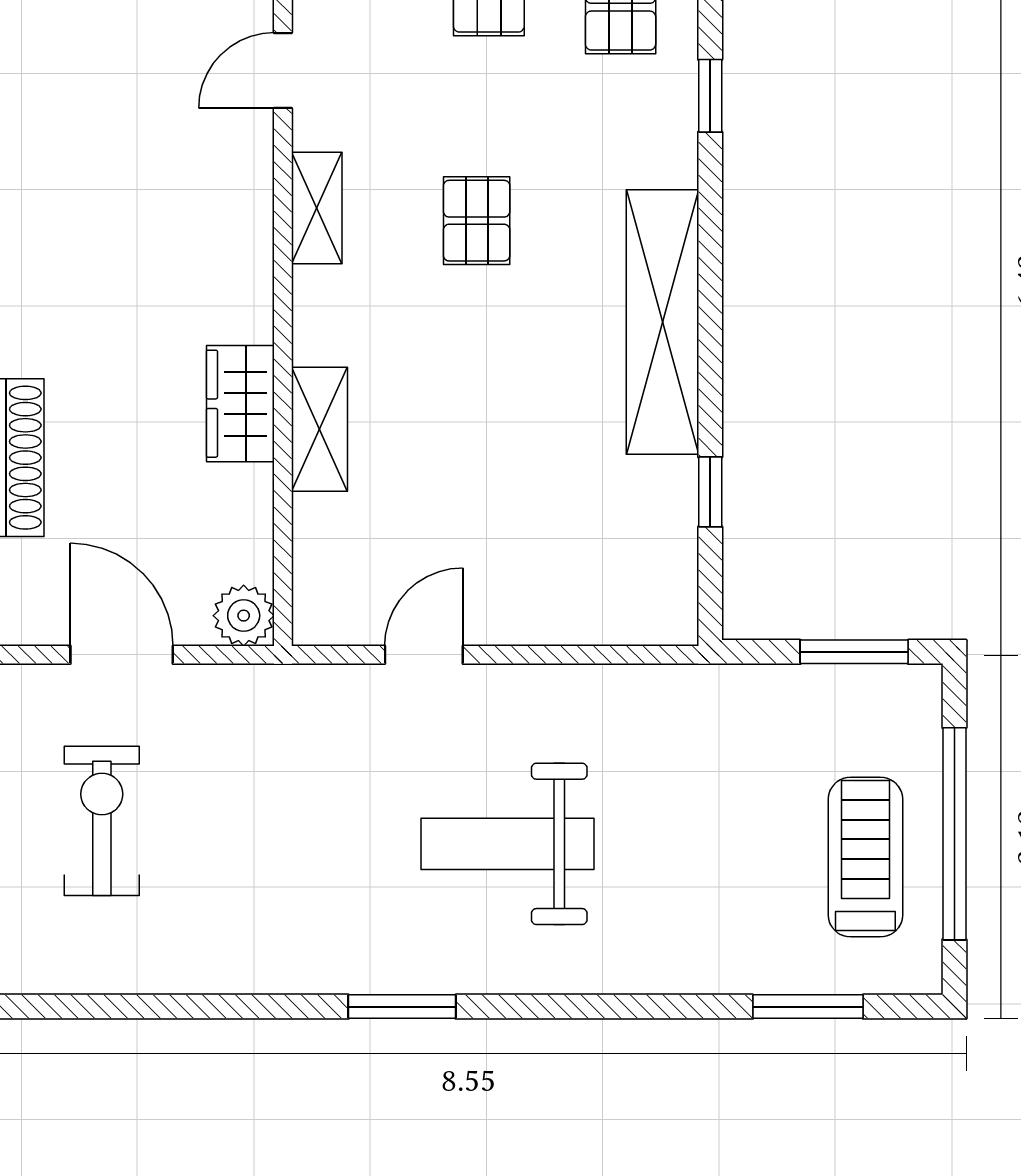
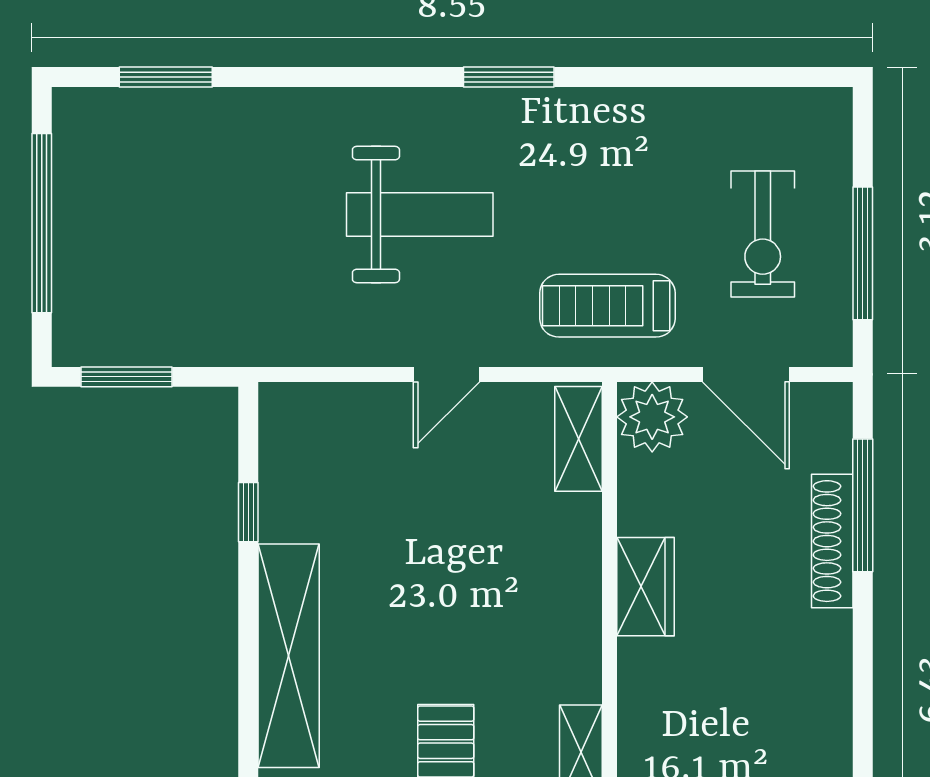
shelving: (320, 429) -> (579, 439), moved
plant: (244, 616) -> (652, 417), width x1.36, depth x1.36
door: (424, 655) -> (446, 374), moved
treadmill: (865, 857) -> (607, 306), moved, turned 90

